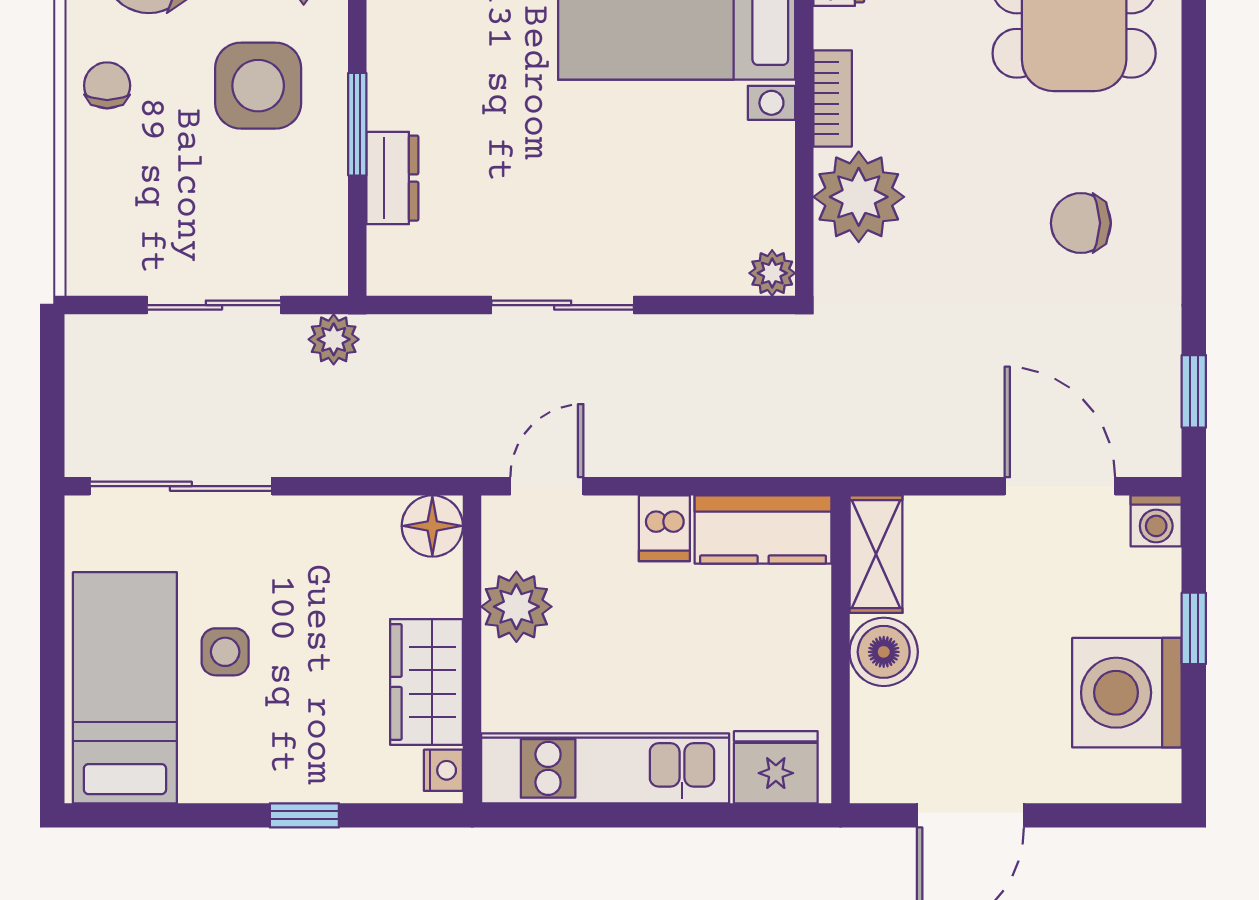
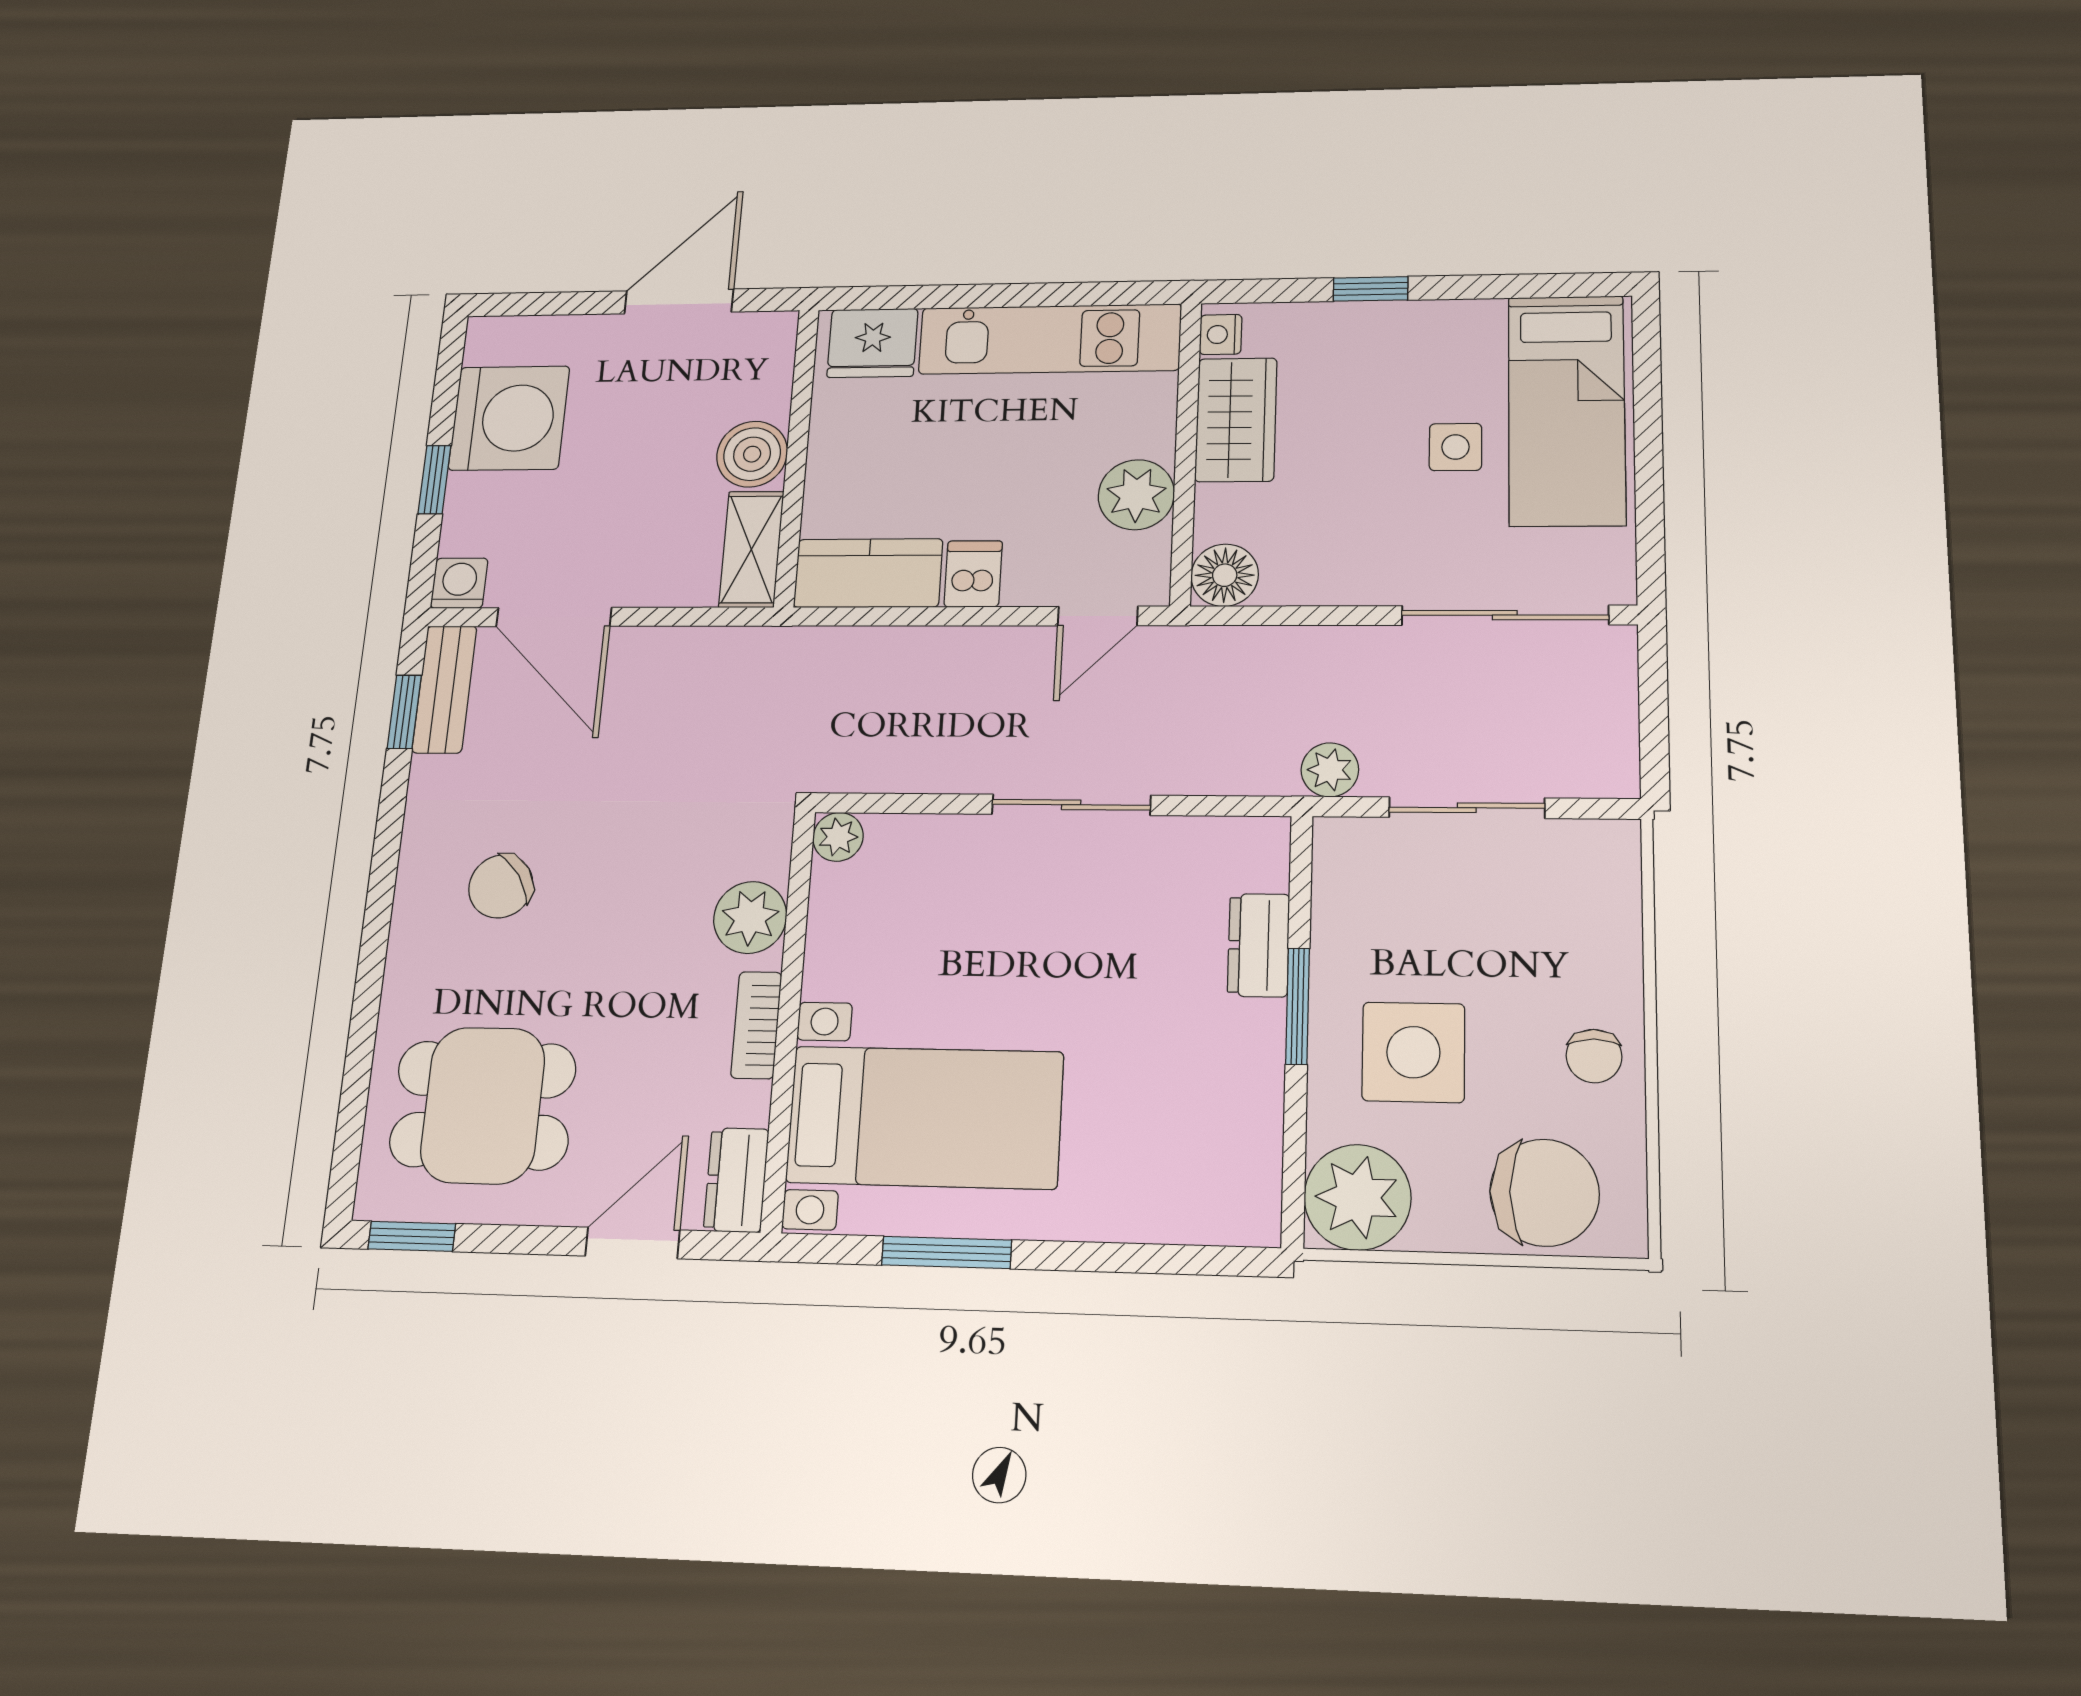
plant: (859, 197) -> (750, 917), width x0.73, depth x0.73
chair: (1081, 223) -> (501, 886), turned 146
bench: (1158, 414) -> (444, 689), added

